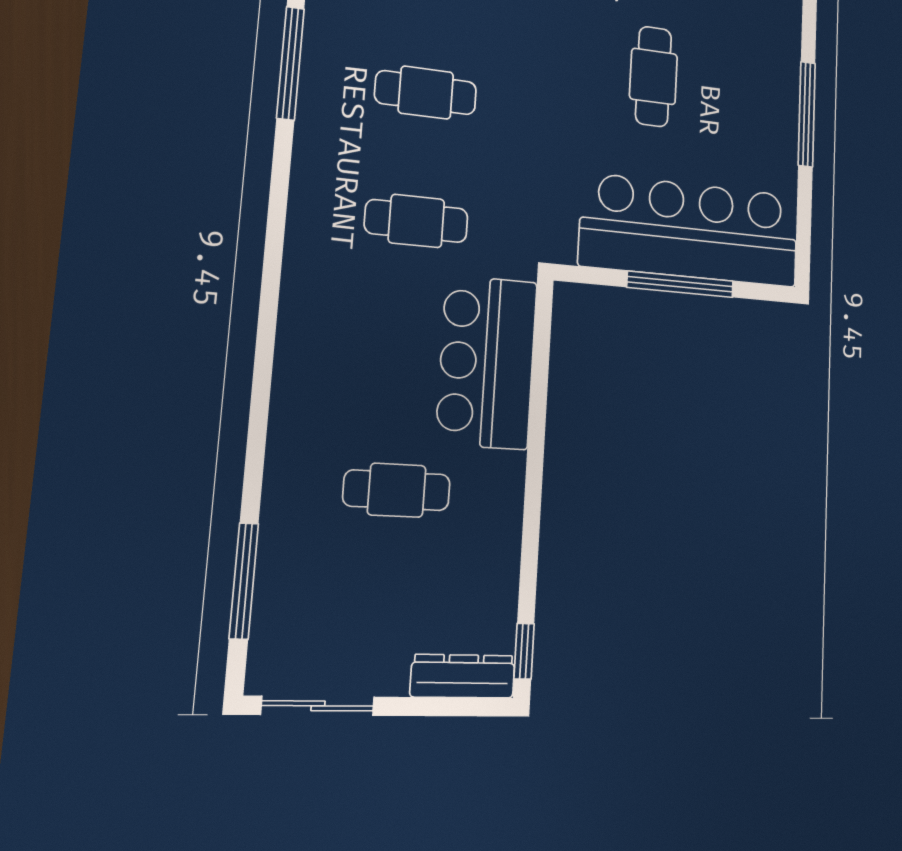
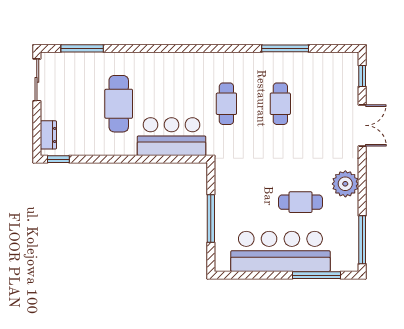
window: (807, 114) -> (317, 275), moved
bar counter: (690, 230) -> (280, 251), moved, turned -90
cafe table: (397, 490) -> (119, 104), width x1.37, depth x1.35
dresser: (463, 676) -> (48, 135), width x0.70

